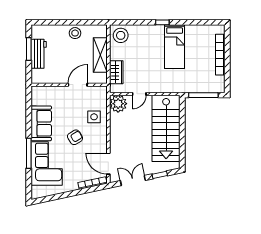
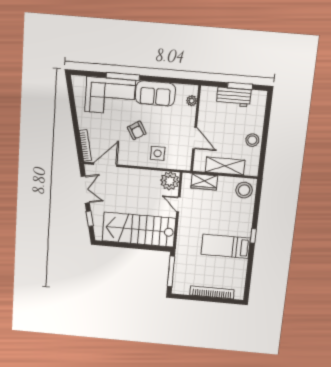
plant: (45, 90) -> (192, 101), added

